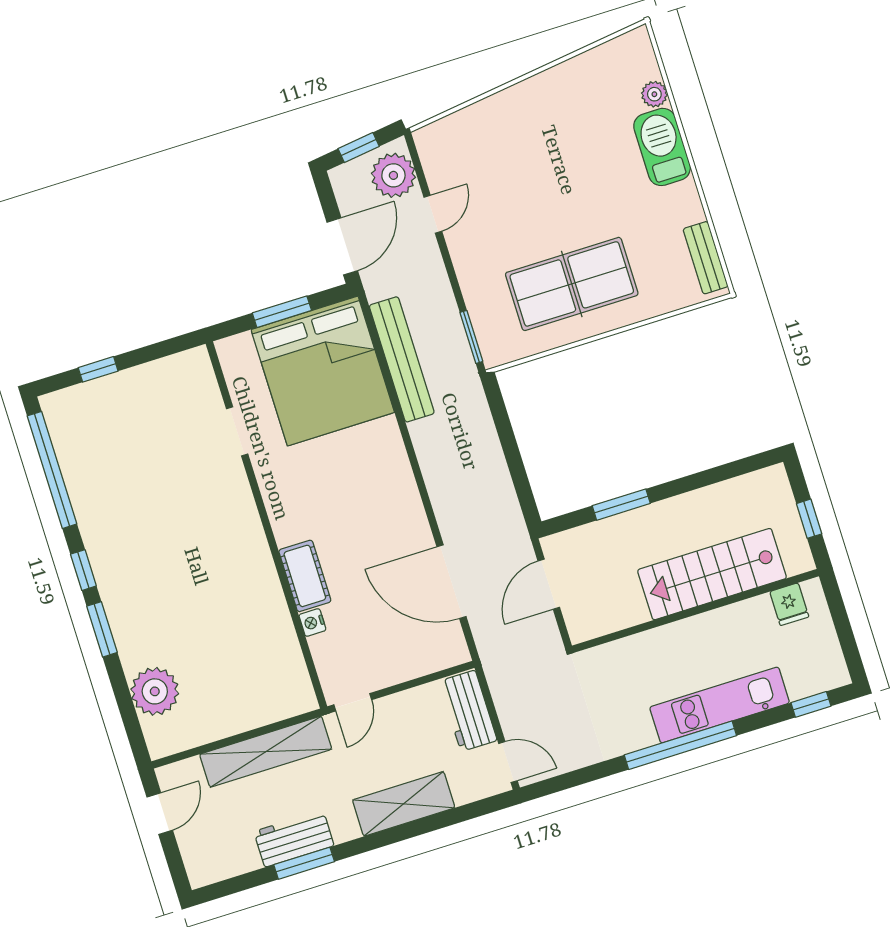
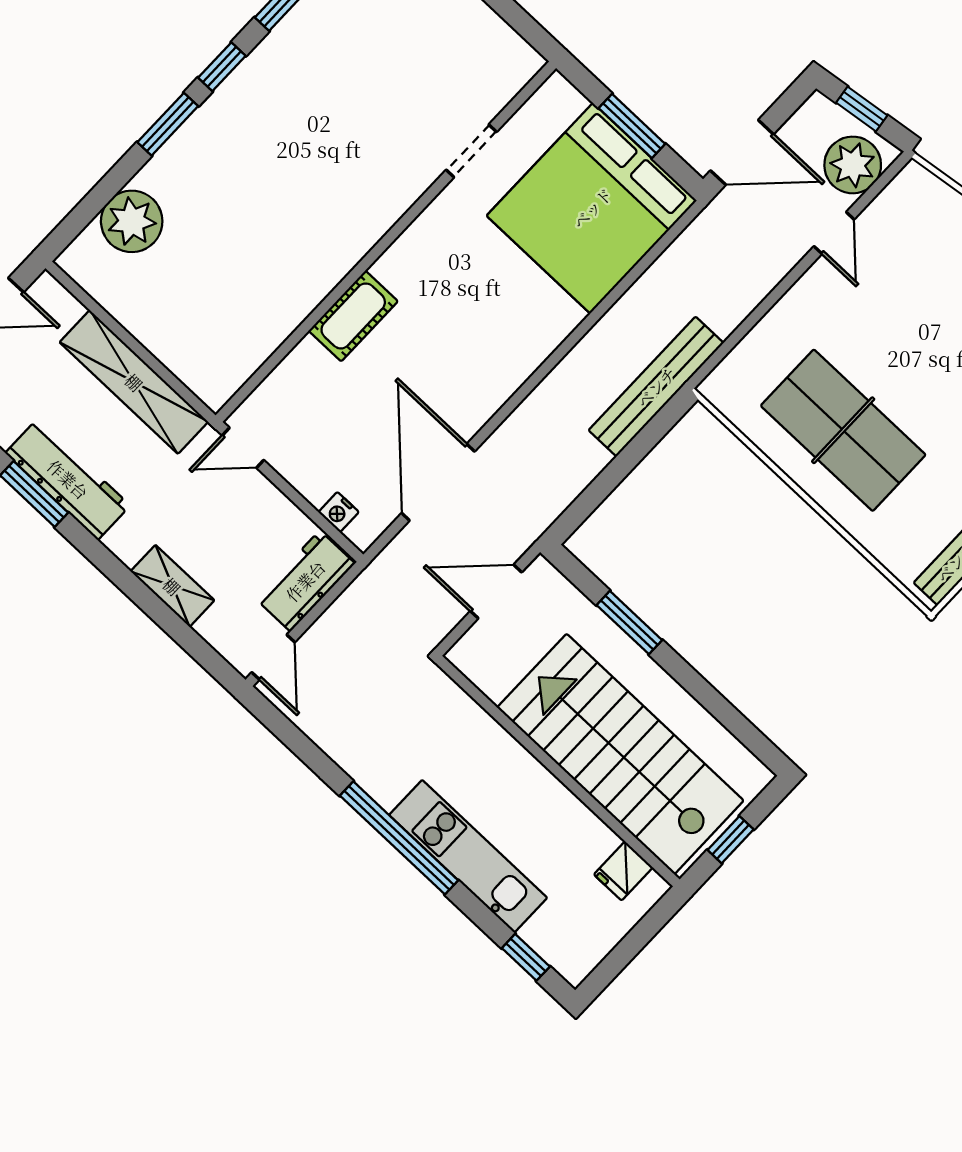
door: (433, 214) -> (834, 233), hinge flipped
window: (471, 337) -> (722, 352), removed
bench: (402, 359) -> (656, 387), moved
stairs: (712, 574) -> (620, 754), width x1.36, depth x1.51
nightstand: (312, 622) -> (339, 512), moved, turned -90
shelving: (404, 804) -> (172, 586), width x0.67, depth x0.75
workbench: (294, 839) -> (68, 479), width x1.38

